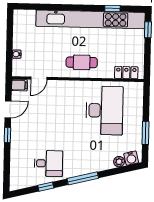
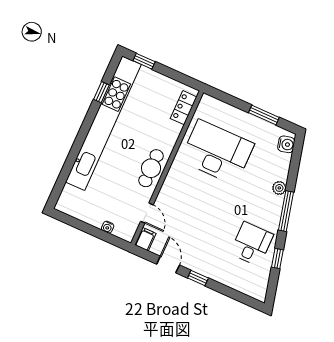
cafe table: (82, 62) -> (151, 168), moved
plant: (119, 162) -> (279, 188), moved

